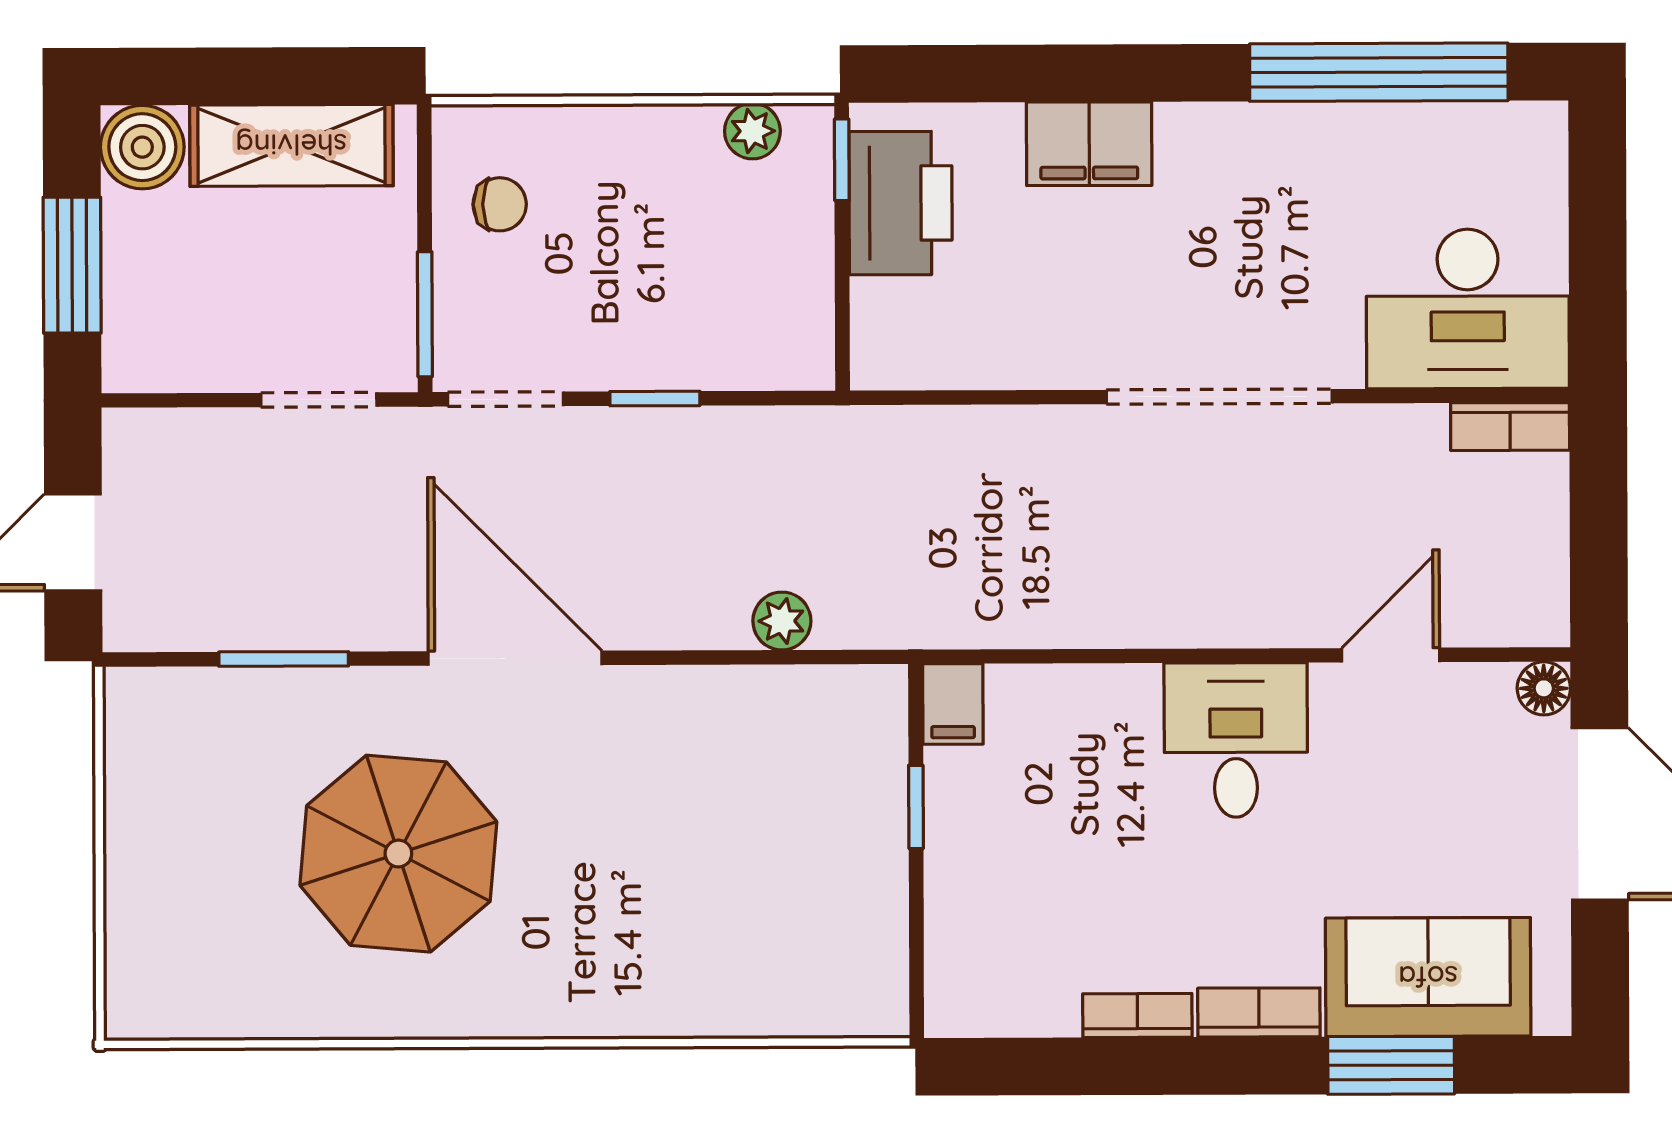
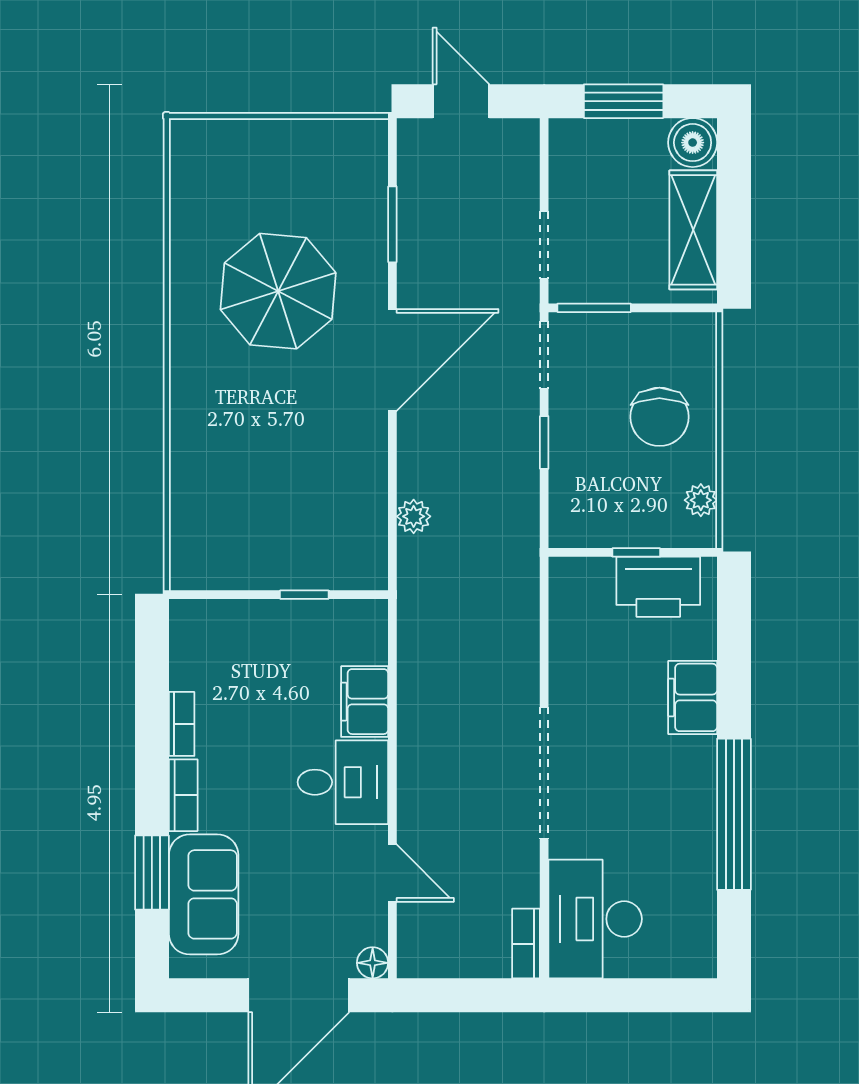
window: (1379, 72) -> (734, 814), moved
window: (842, 160) -> (636, 552), moved
chair: (500, 204) -> (659, 417), moved, width x1.87, depth x1.87
filing cabinet: (953, 704) -> (365, 702), moved, width x2.00

